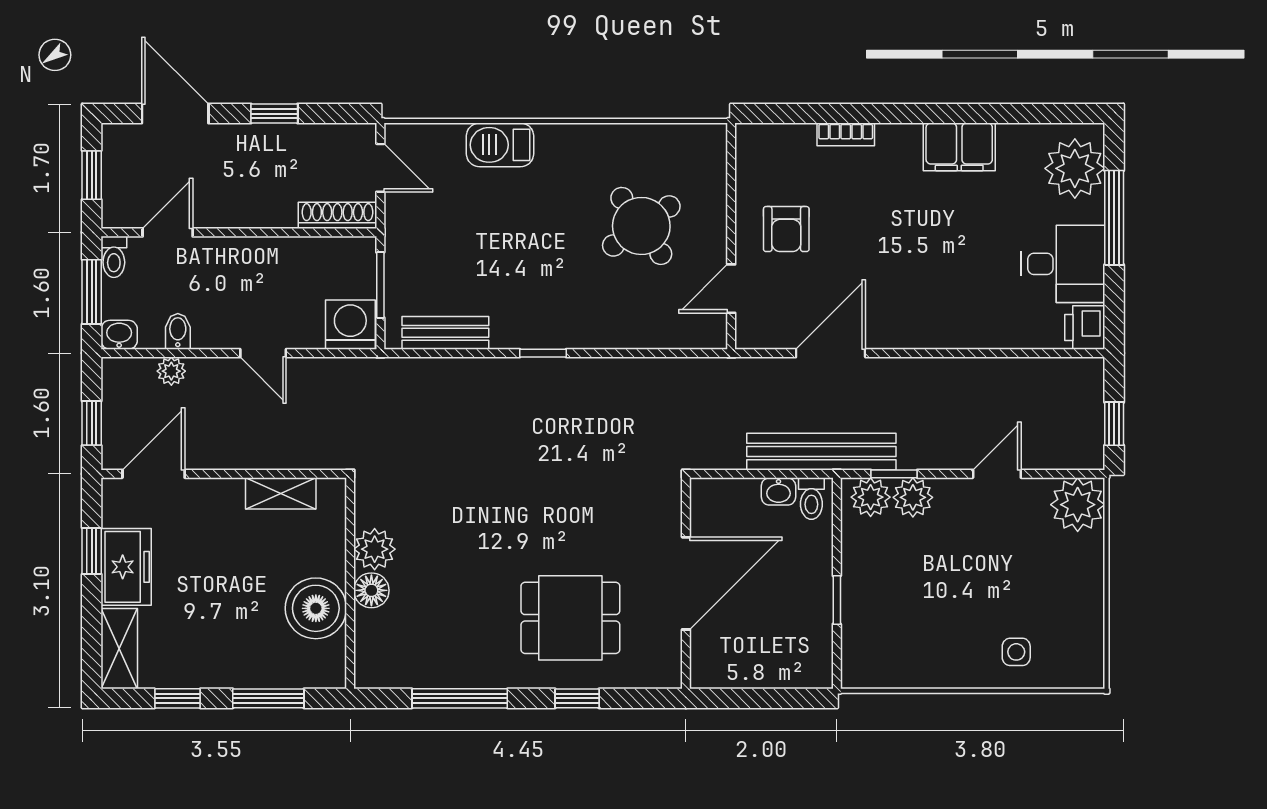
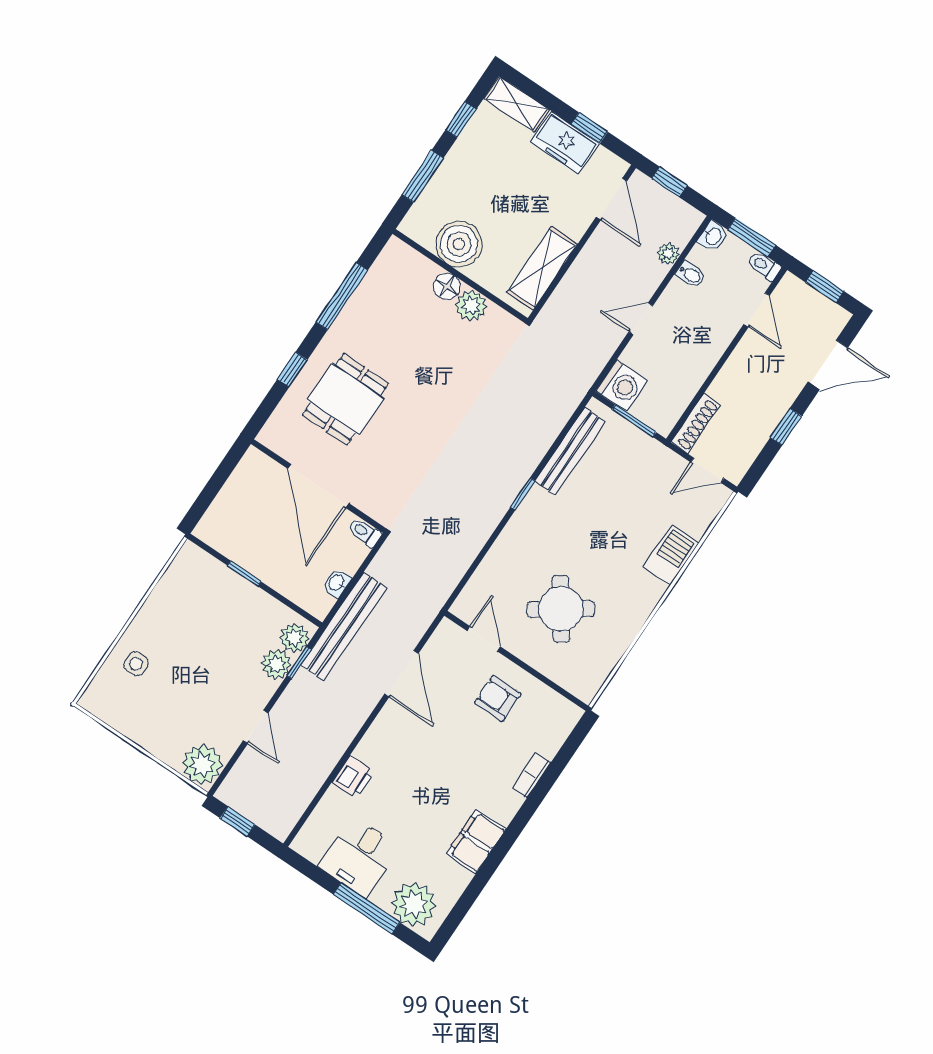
printer: (1085, 327) -> (353, 777), moved, turned 90
bench: (445, 333) -> (570, 451), width x1.36
shelving: (281, 493) -> (542, 268), width x1.50, depth x1.33
toilet: (811, 499) -> (364, 532), moved

